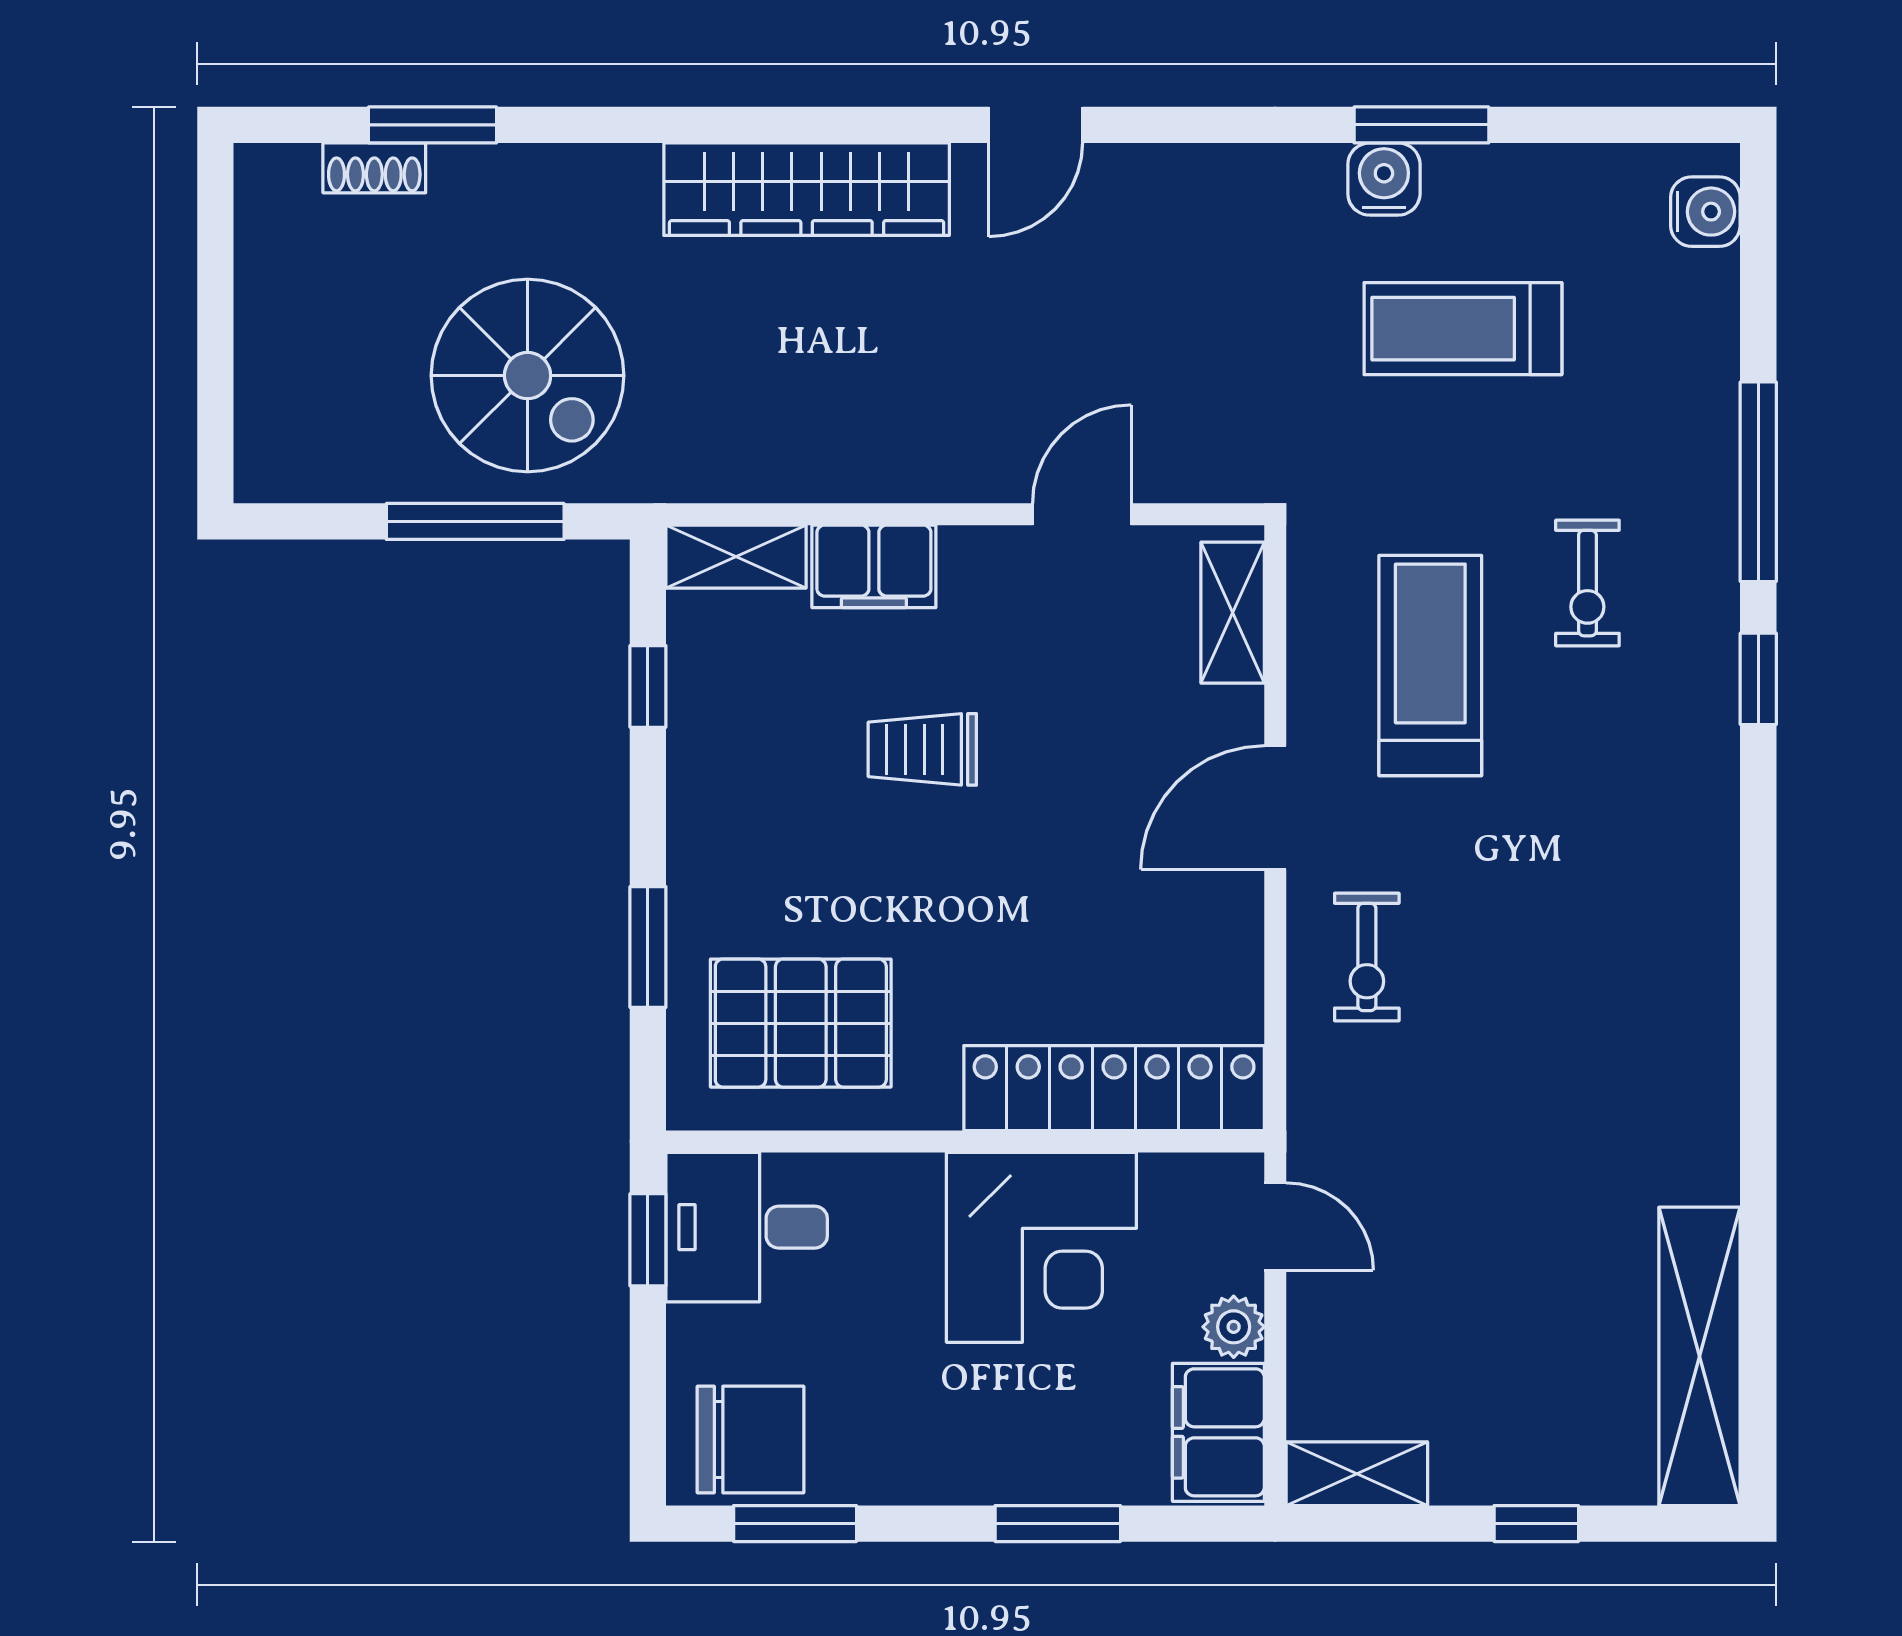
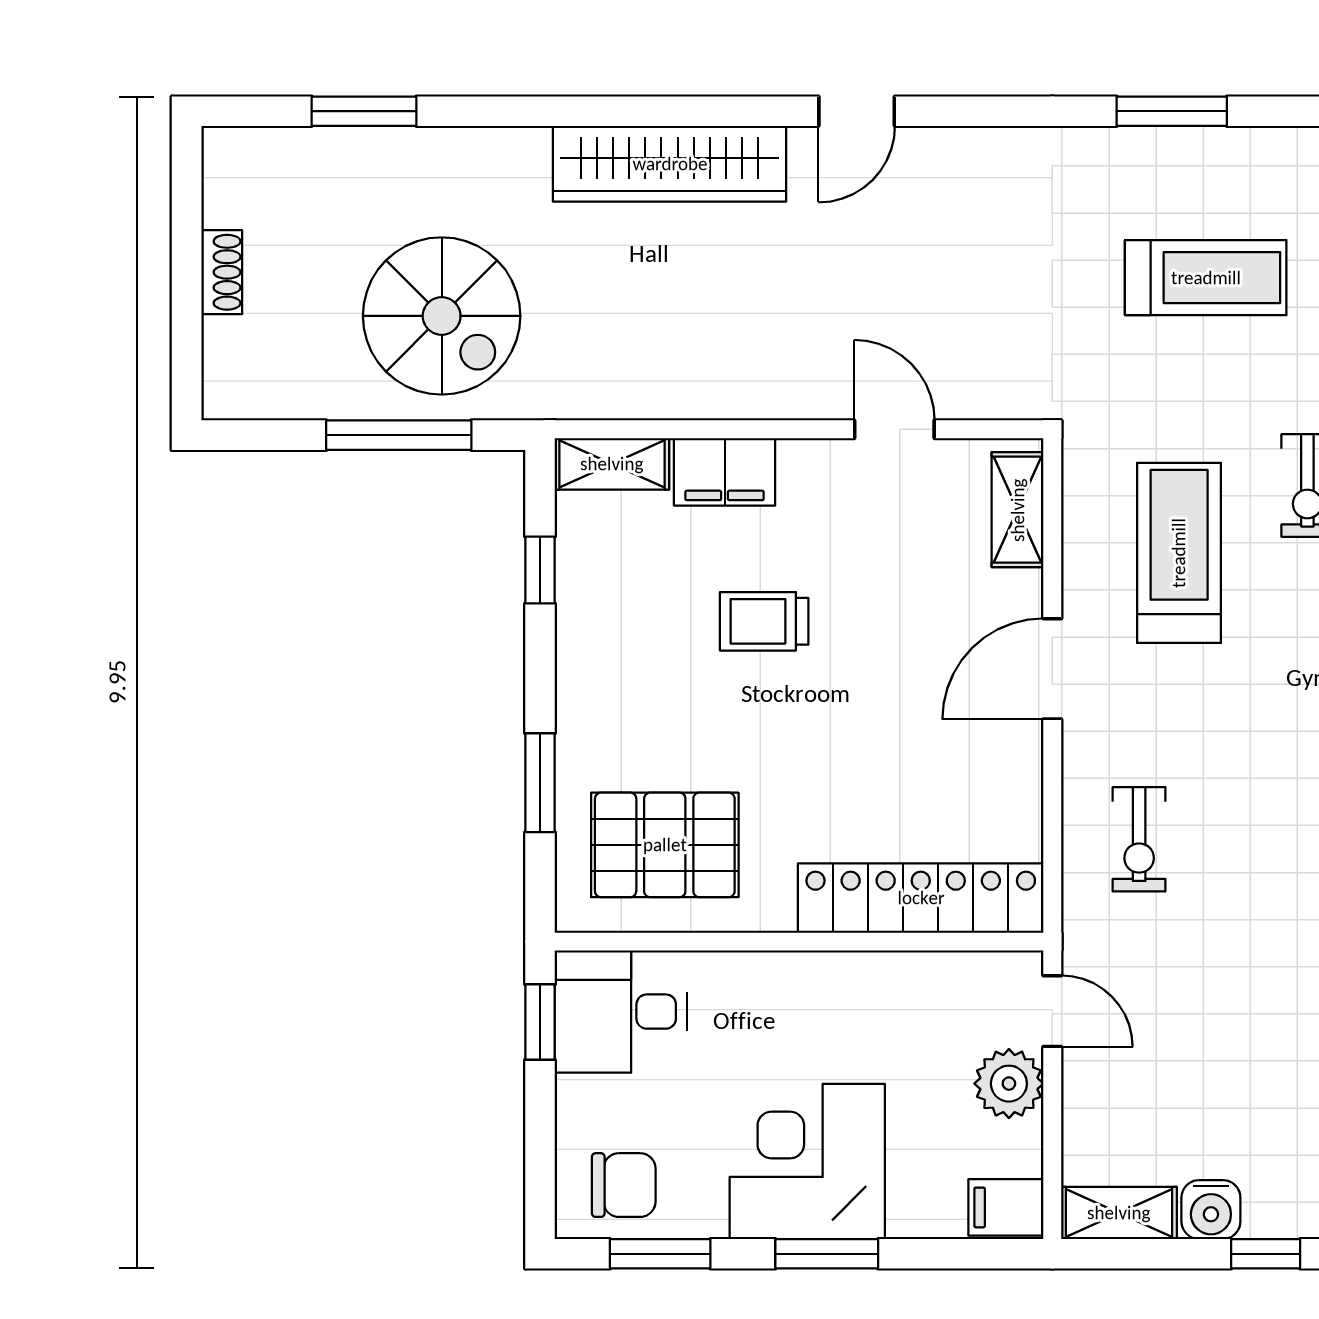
shoe rack: (374, 168) -> (222, 272), moved, turned -90
water cooler: (1384, 179) -> (1211, 1210), moved, turned 180
treadmill: (1463, 329) -> (1206, 278), turned 180
door: (1082, 514) -> (894, 429), hinge flipped
exercise bike: (1367, 957) -> (1139, 839), moved
corner desk: (1041, 1247) -> (807, 1161), moved, turned 180
plant: (1234, 1327) -> (1009, 1084), width x1.38, depth x1.38
filing cabinet: (1218, 1432) -> (1006, 1207), width x0.50
chair: (751, 1439) -> (624, 1185), width x0.73, depth x0.73
window: (1058, 1524) -> (827, 1254), moved

